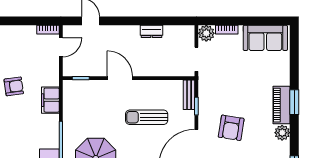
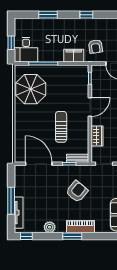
wardrobe: (159, 69) -> (97, 136), added
armchair: (14, 86) -> (95, 47), moved
piano: (281, 105) -> (80, 227), moved
armchair: (231, 128) -> (77, 192), moved, turned 121

